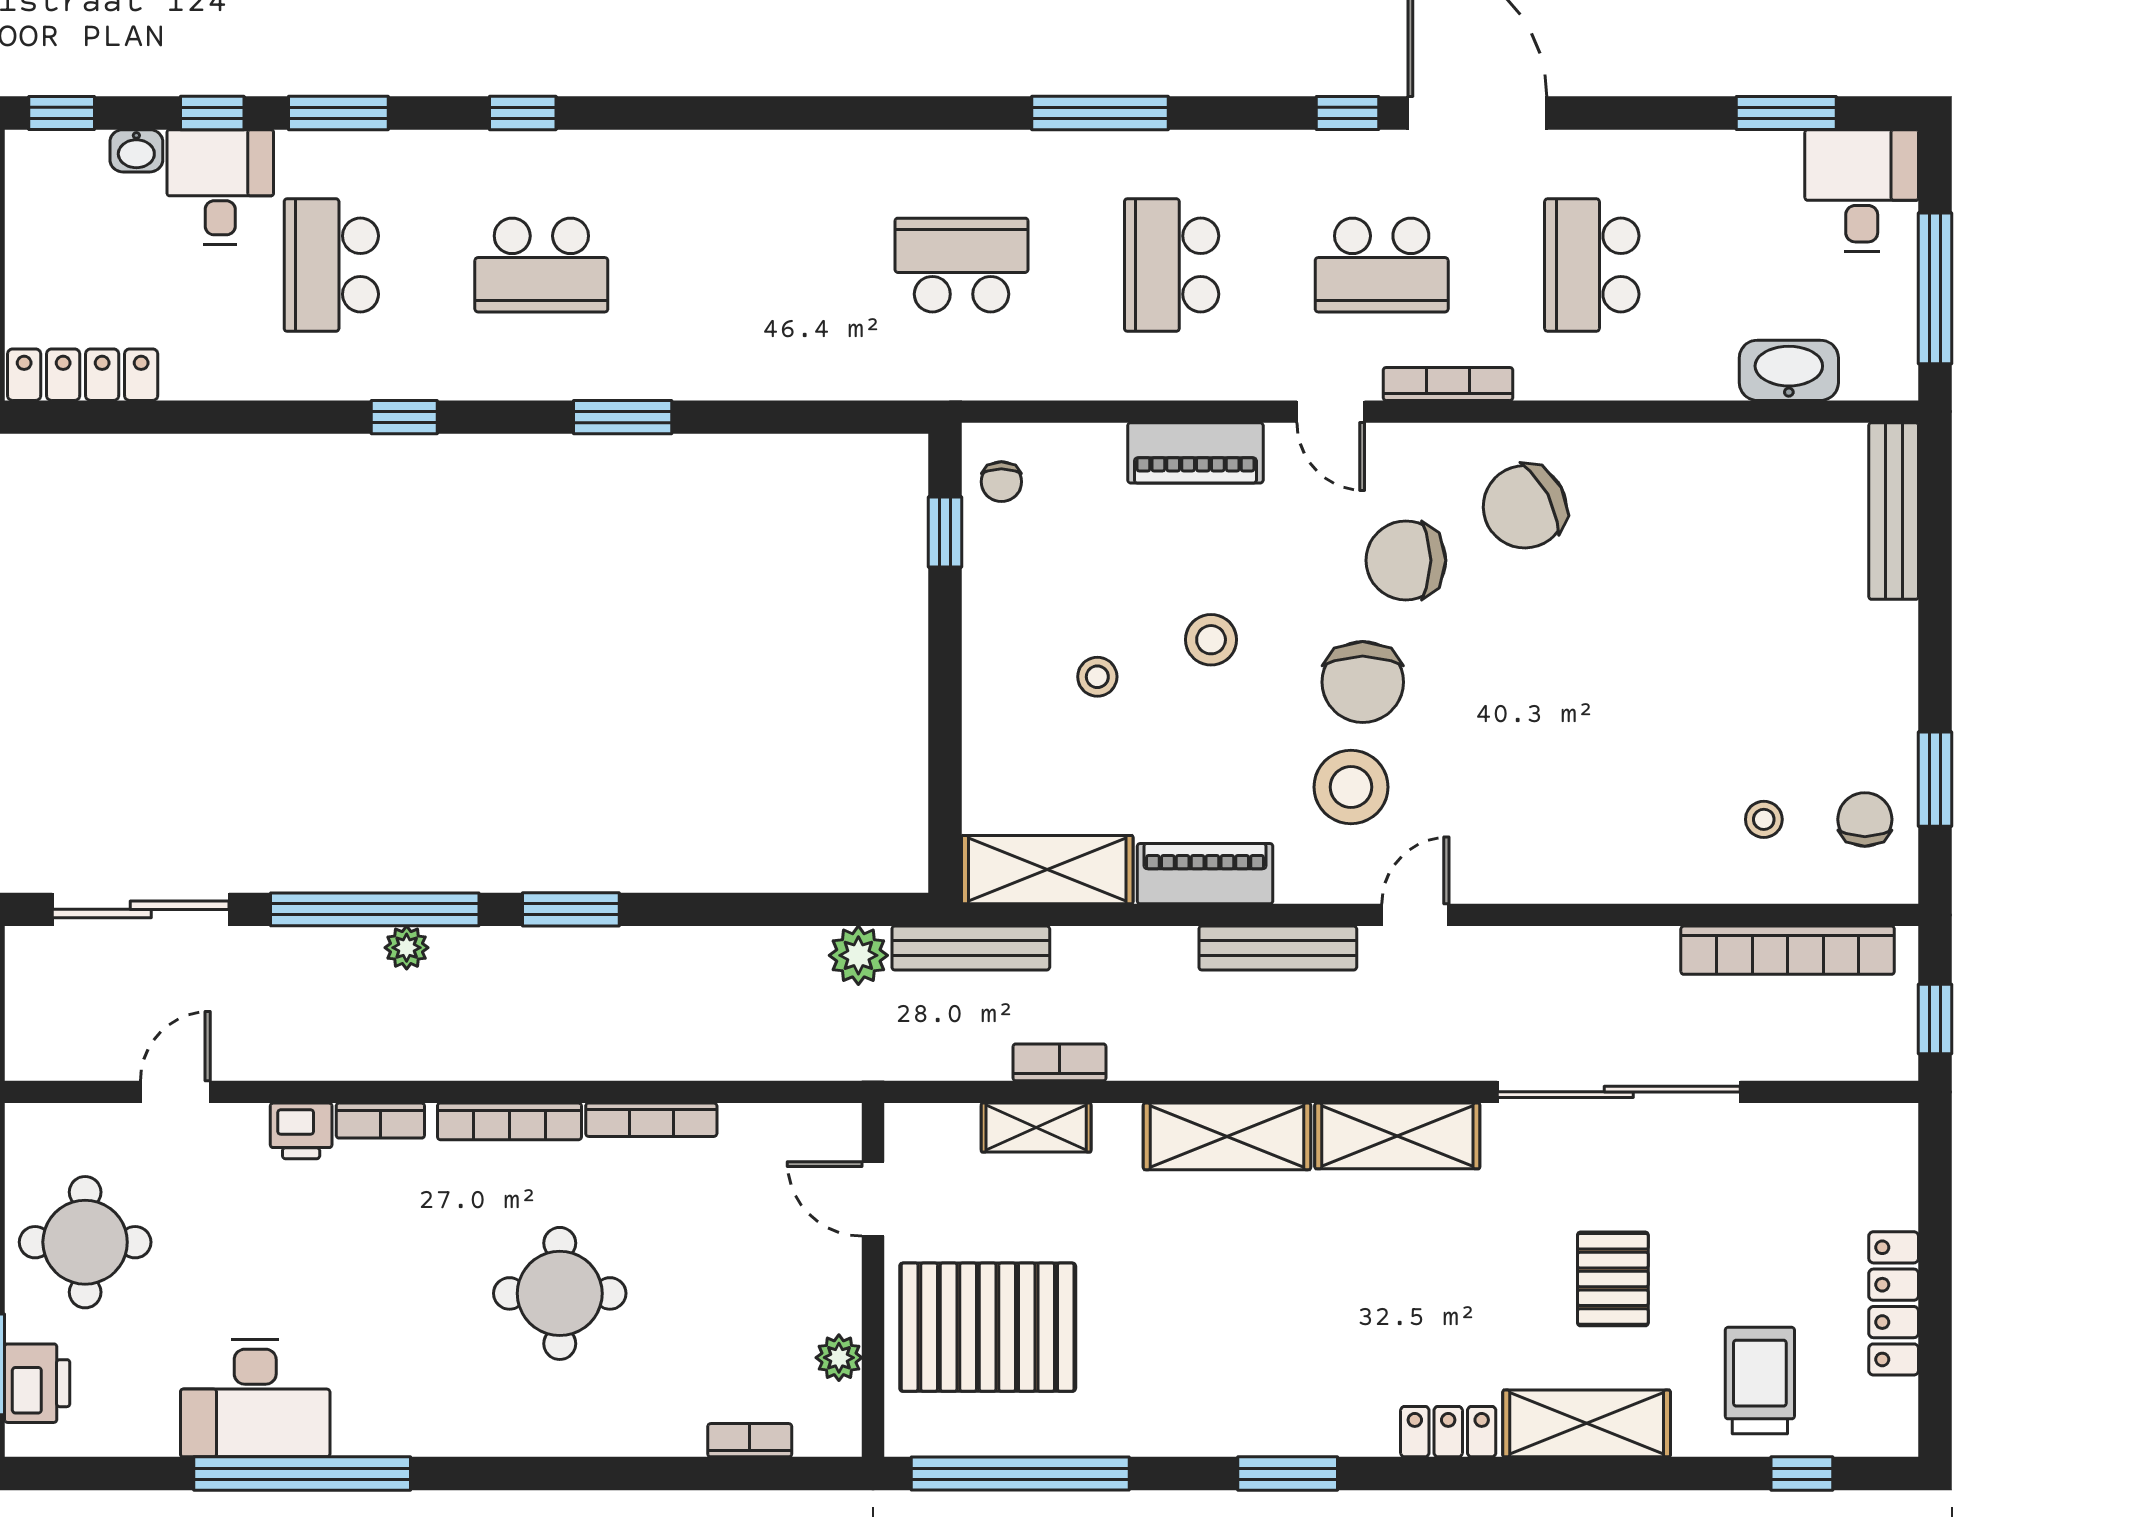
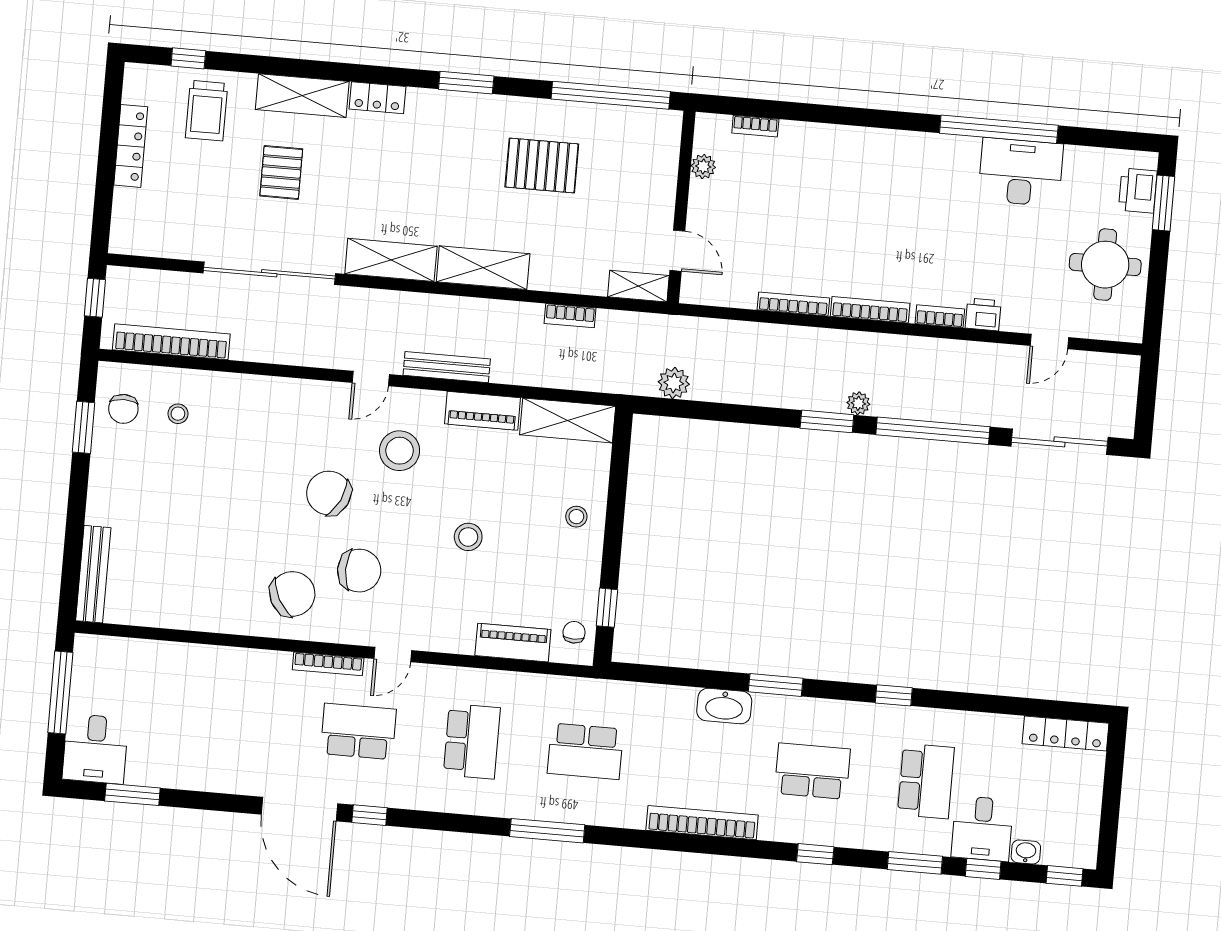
window: (1100, 113) -> (547, 831), moved
bookcase: (736, 153) -> (702, 823), added
school desk: (1592, 265) -> (245, 721), removed
washbasin: (1789, 370) -> (724, 706), moved
door: (1331, 412) -> (393, 655), swing flipped
piano: (1195, 453) -> (513, 643), moved
stool: (1097, 677) -> (576, 517), moved
chair: (1363, 682) -> (329, 493), moved, turned -64
plant: (407, 948) -> (858, 403), moved
bench: (971, 948) -> (613, 382), removed
shelving: (1036, 1128) -> (638, 286), moved
round table: (560, 1293) -> (851, 214), removed
pallet: (988, 1327) -> (542, 165), moved, width x0.73, depth x0.71

